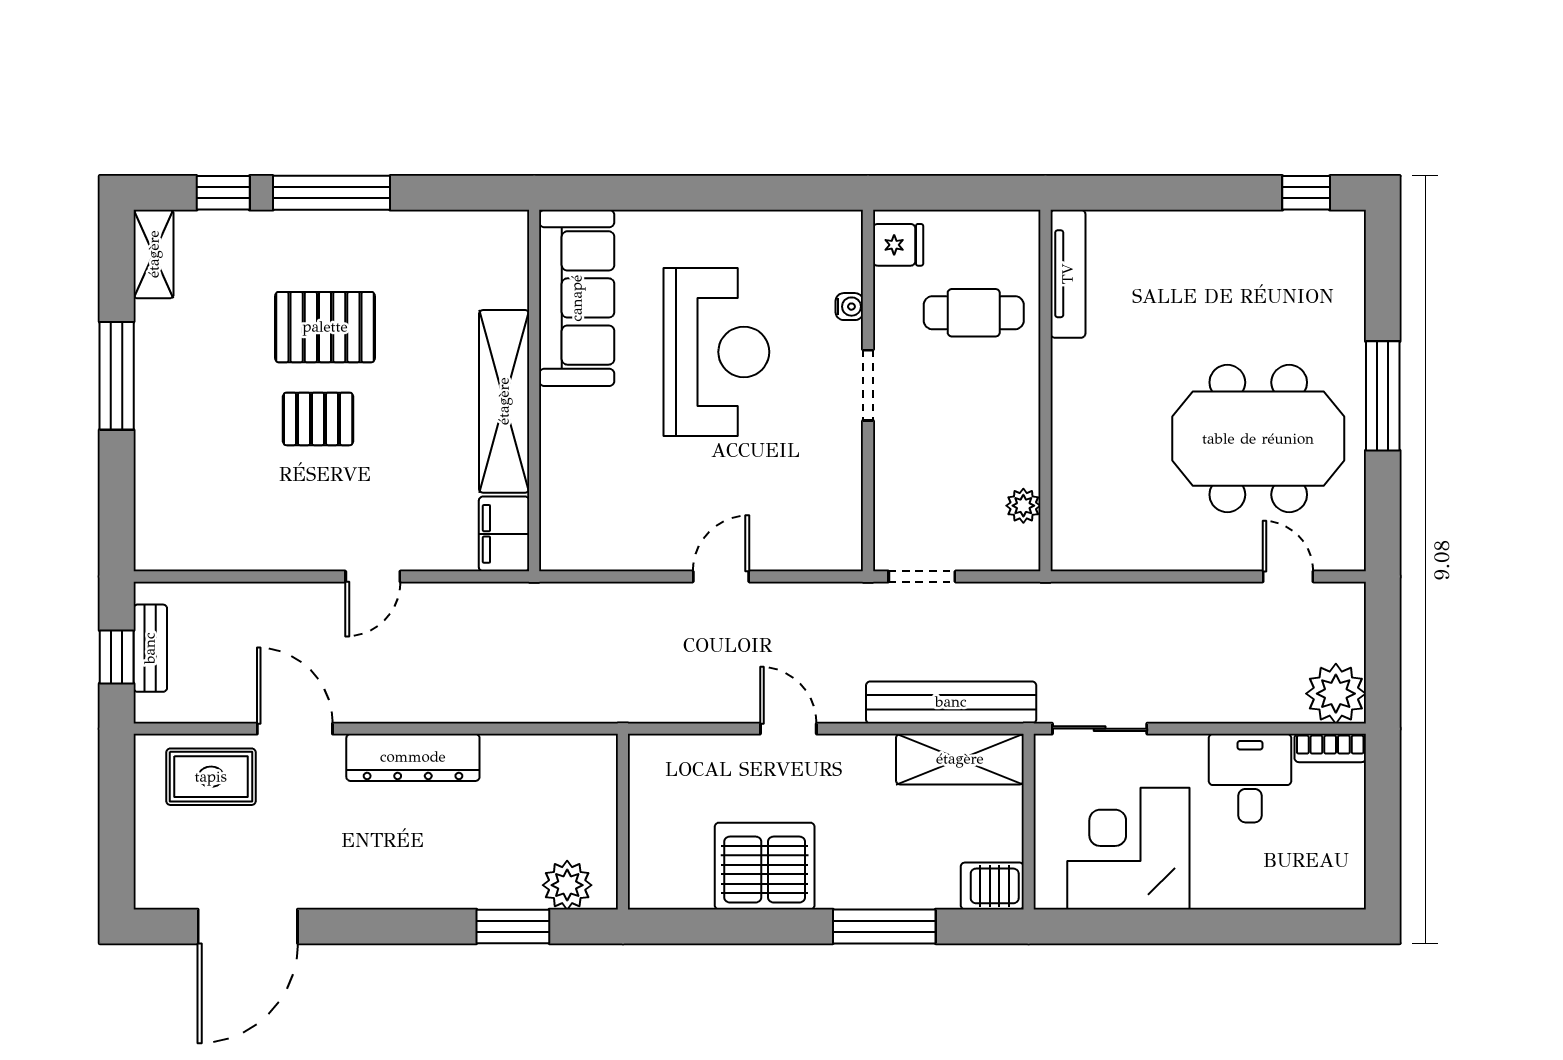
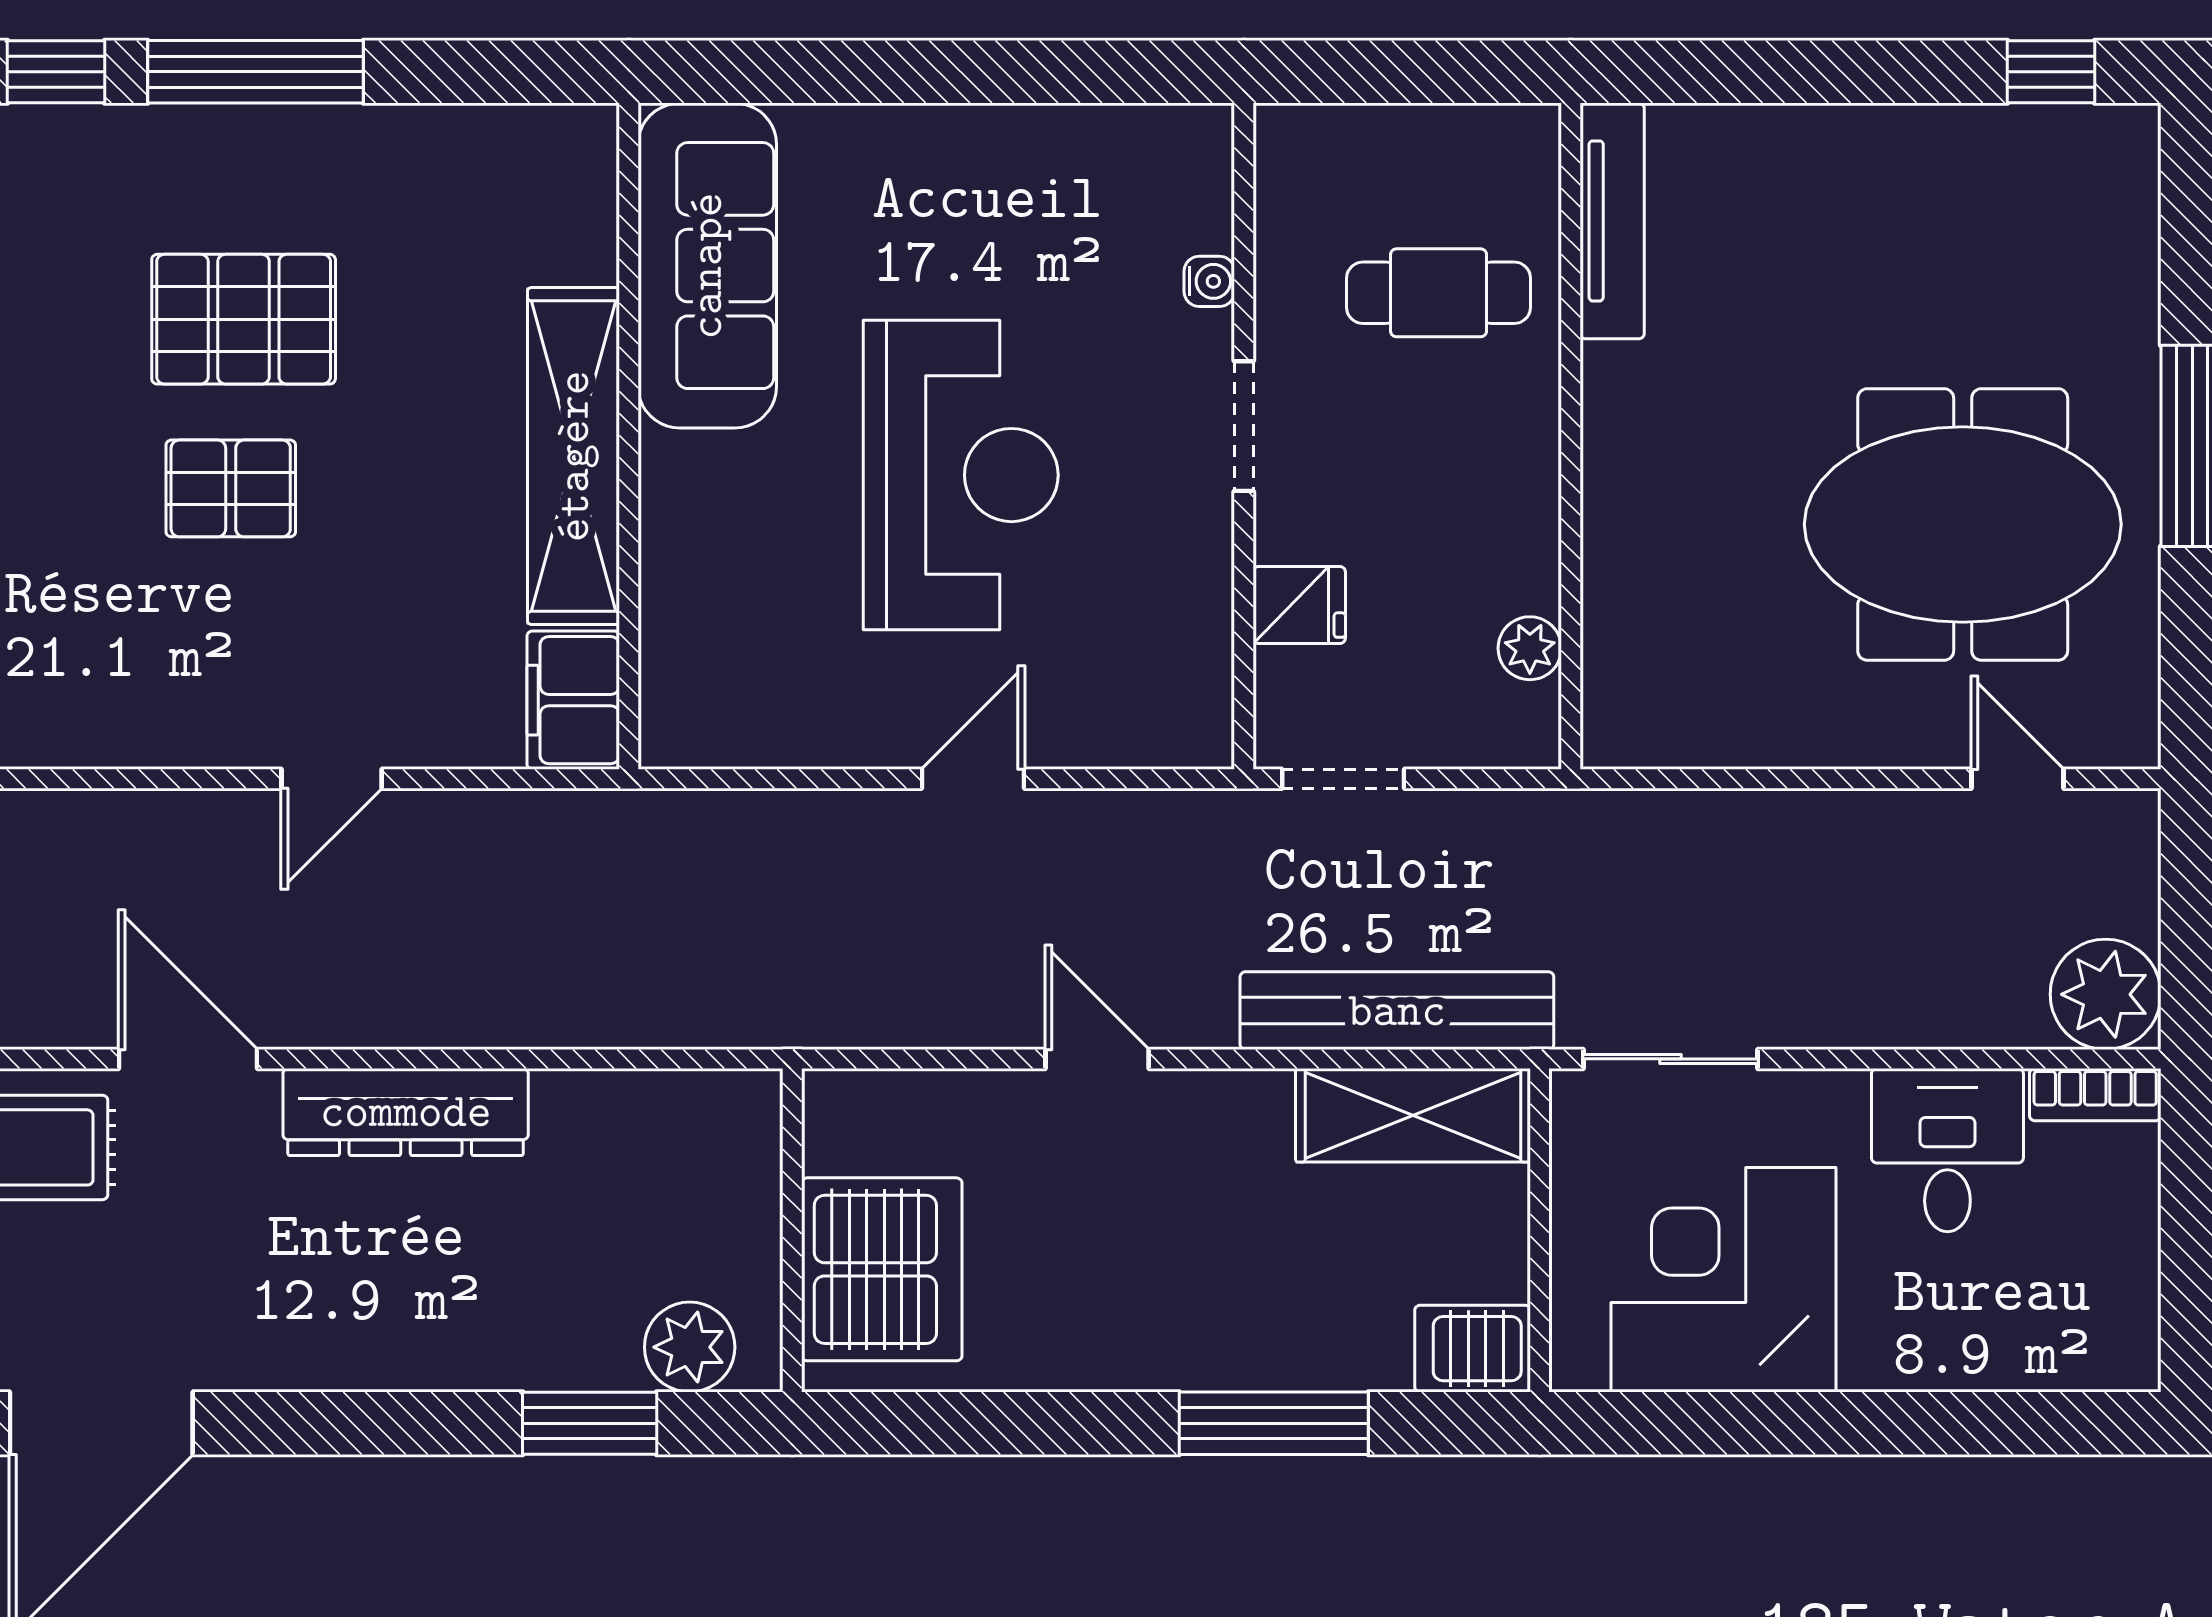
fridge: (898, 245) -> (1299, 605), moved
reception desk: (716, 352) -> (961, 475), moved
server rack: (765, 866) -> (882, 1269), moved, turned 90

